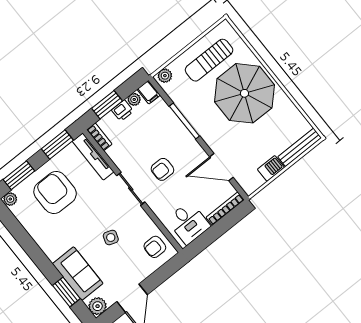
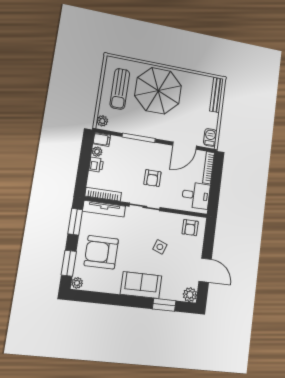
window: (107, 105) -> (83, 170), removed
bookcase: (99, 137) -> (103, 194), width x1.56
barbecue: (271, 168) -> (210, 138), moved
sofa: (78, 274) -> (141, 285), moved

